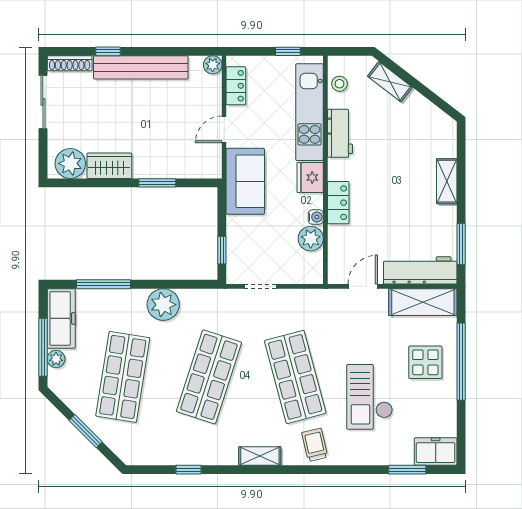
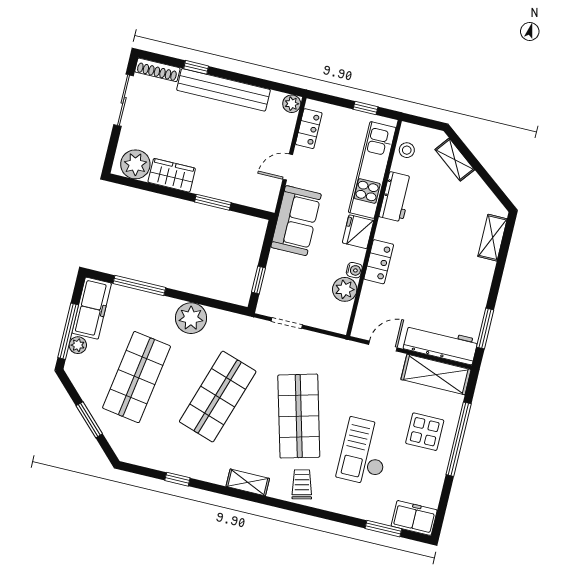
shelving: (447, 181) -> (492, 238), moved

